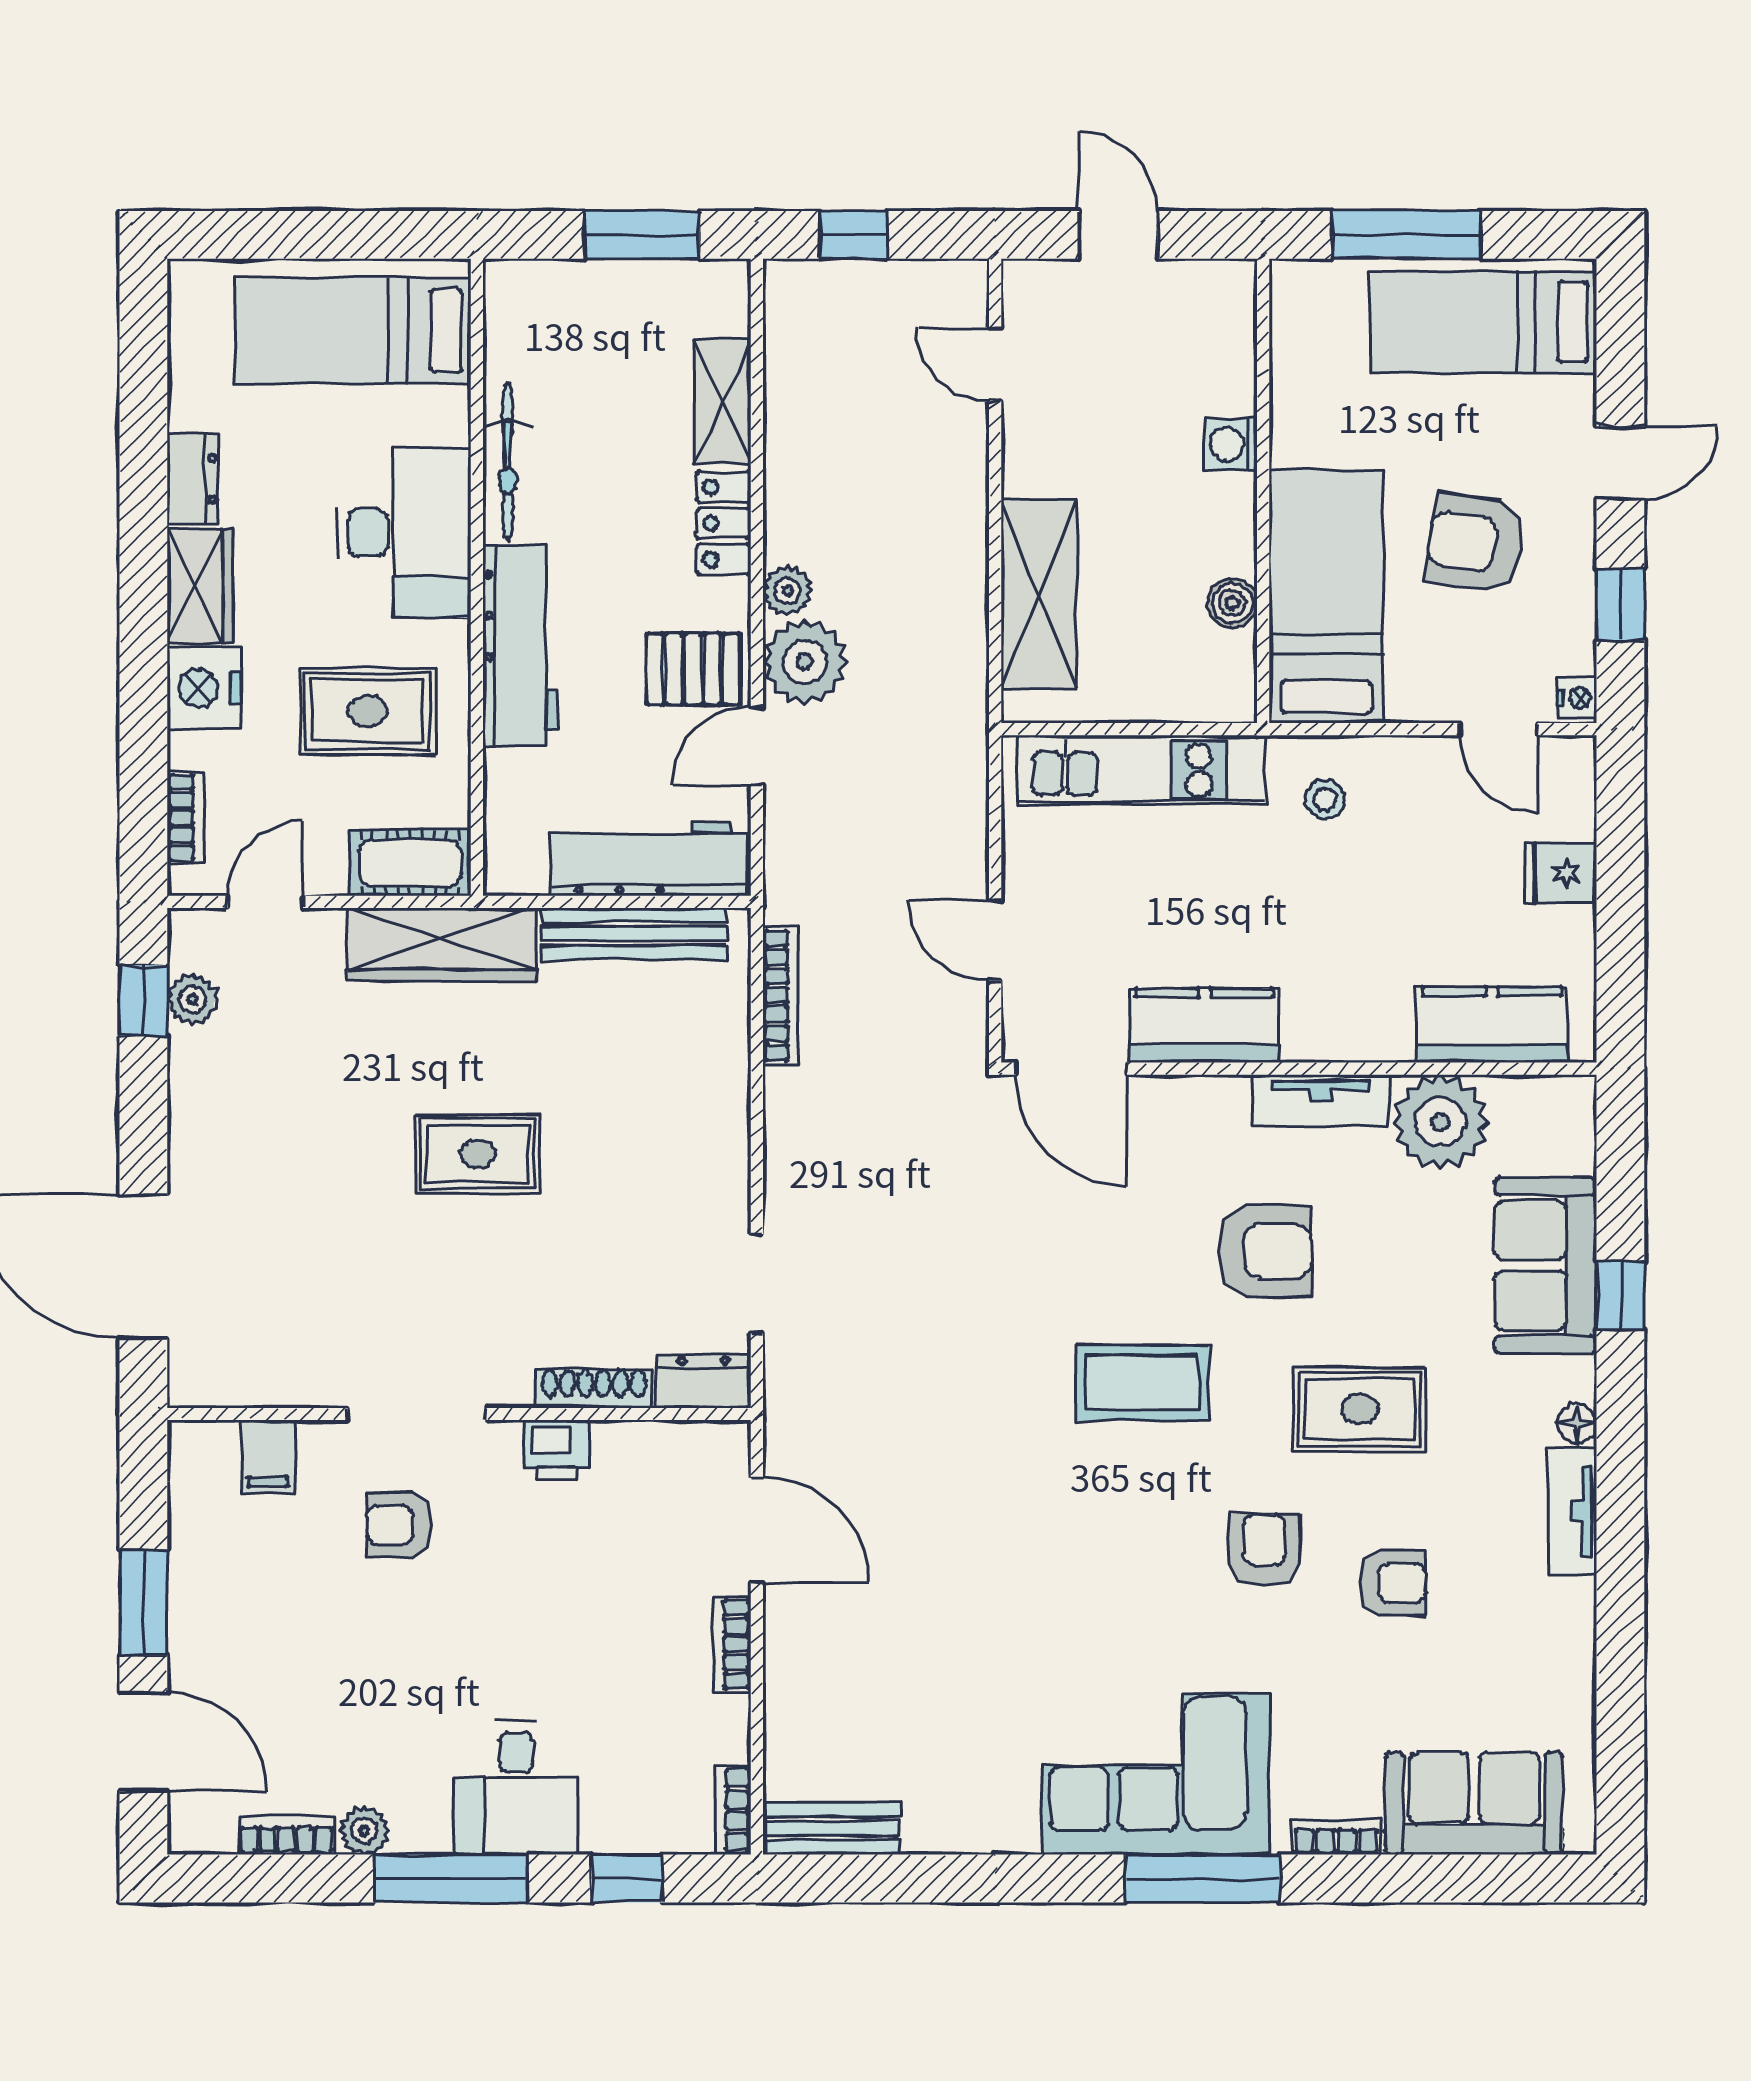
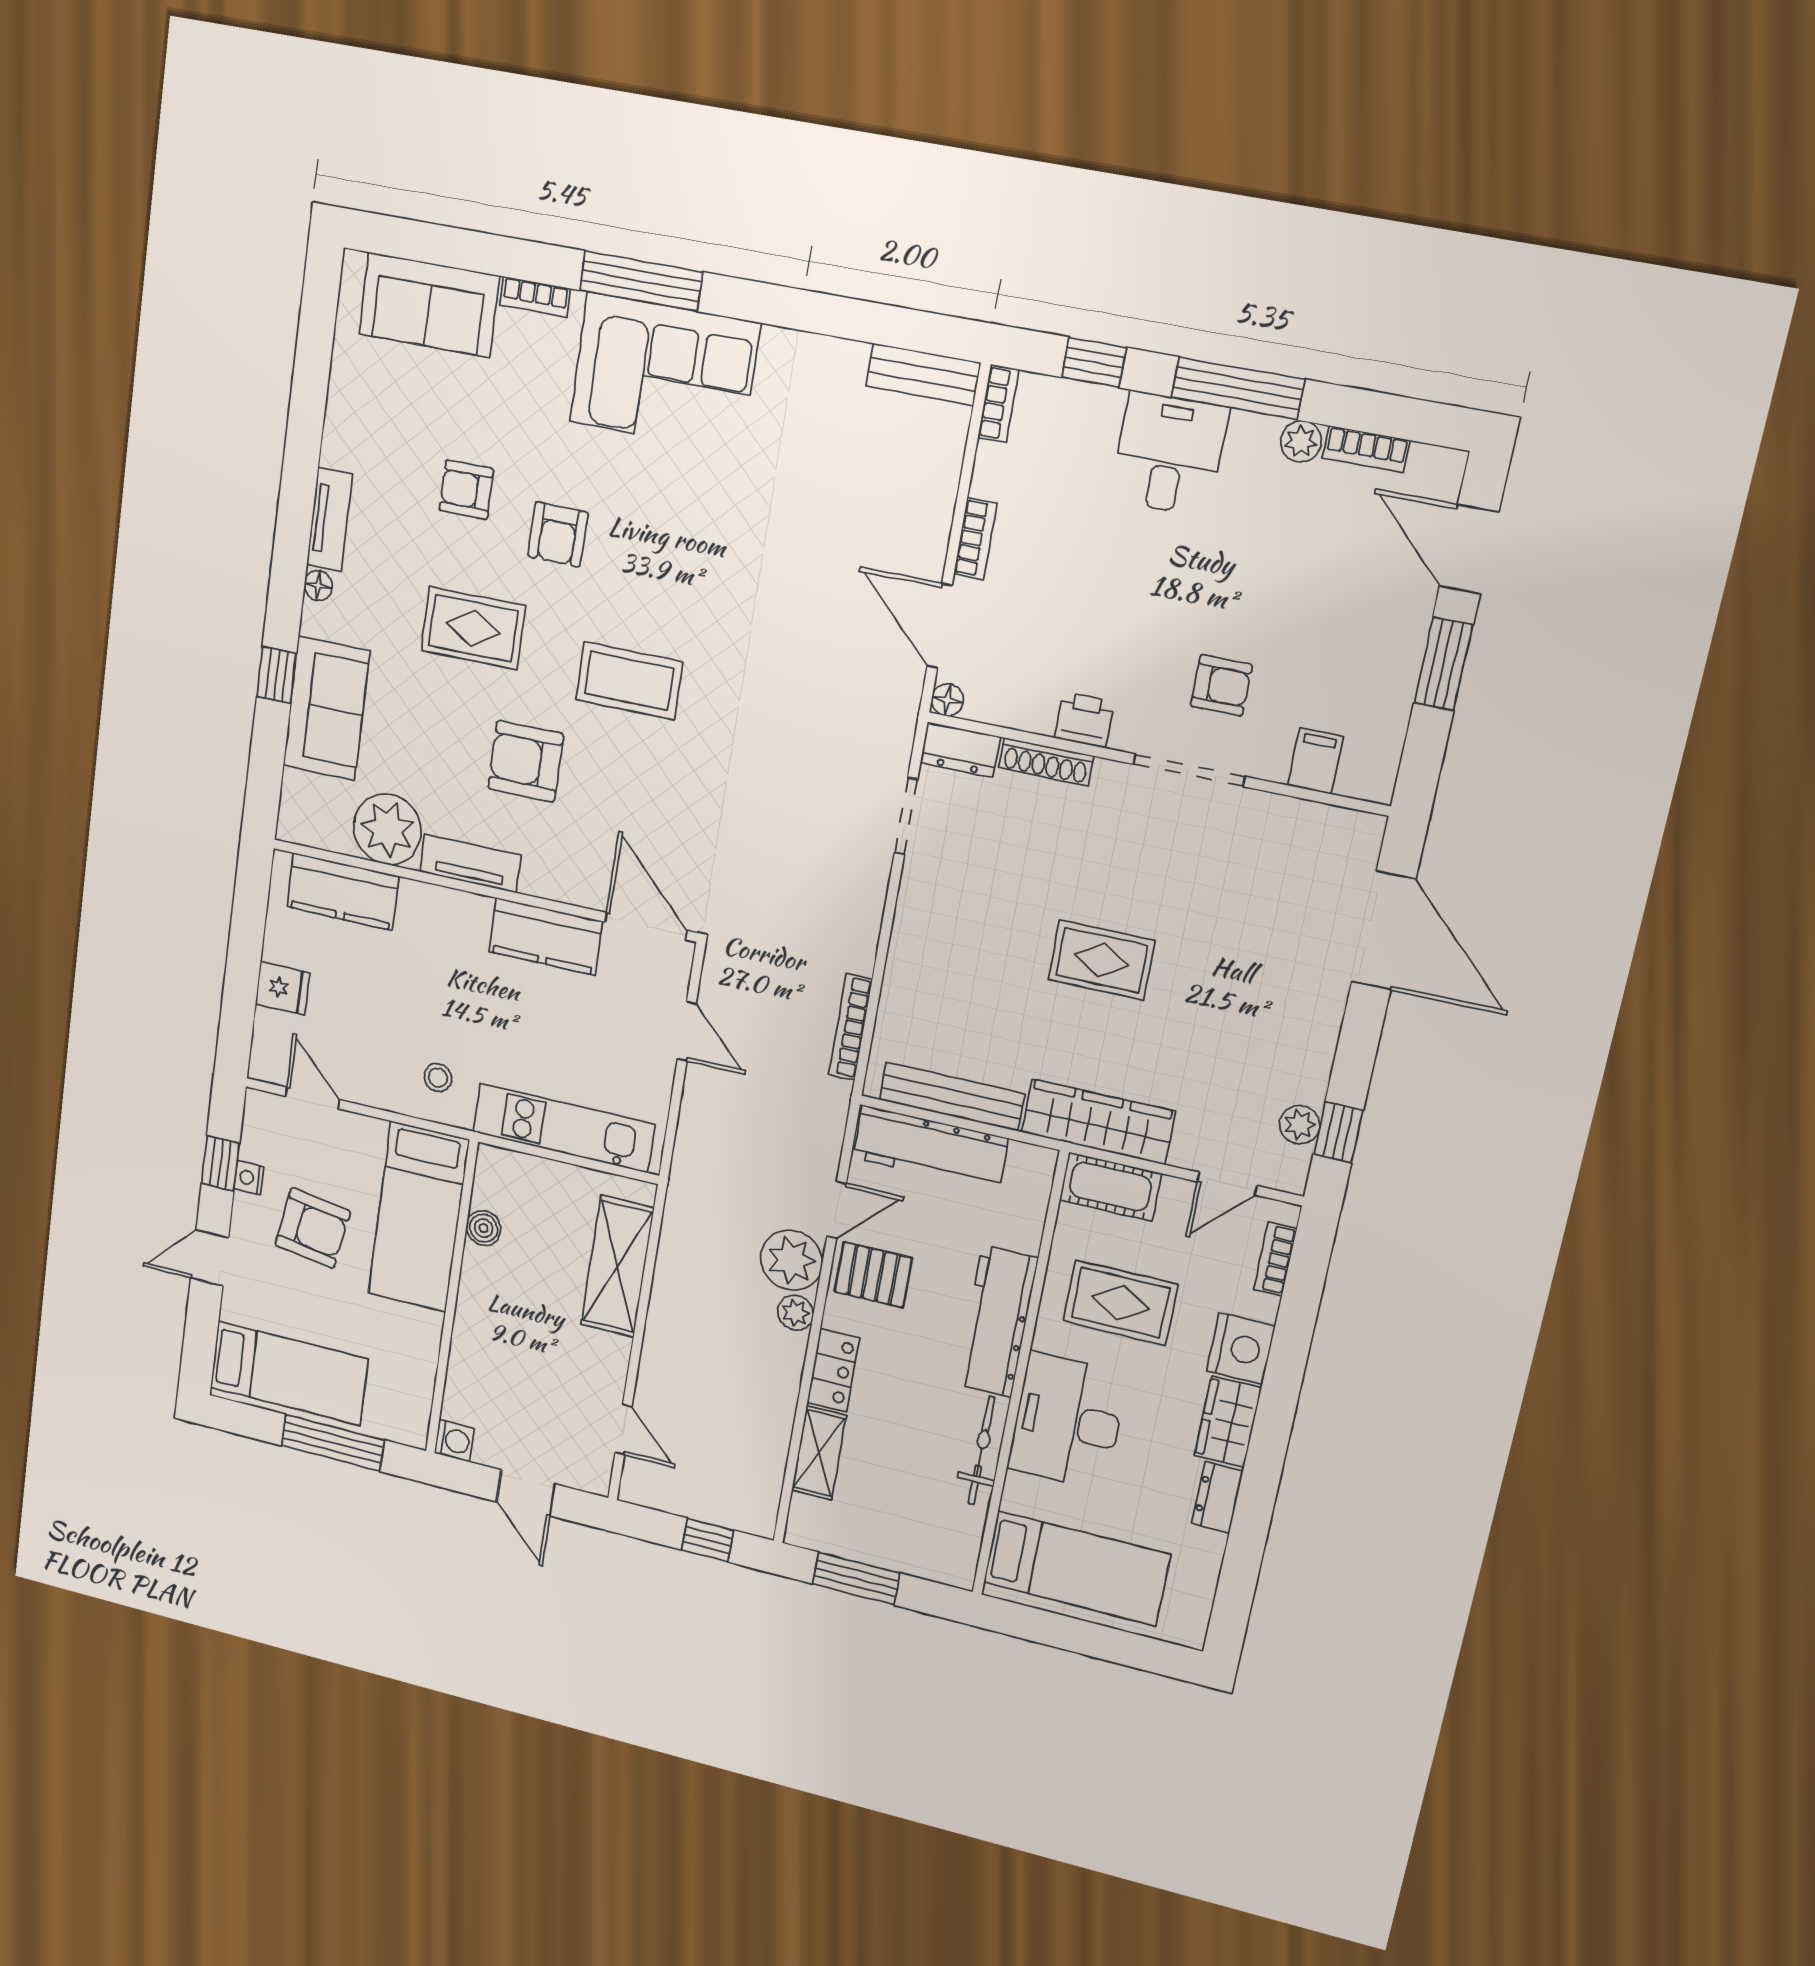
washing machine: (1231, 444) -> (454, 1441), moved
nightstand: (1577, 698) -> (249, 1178), moved
floor lamp: (731, 1440) -> (948, 700), added

